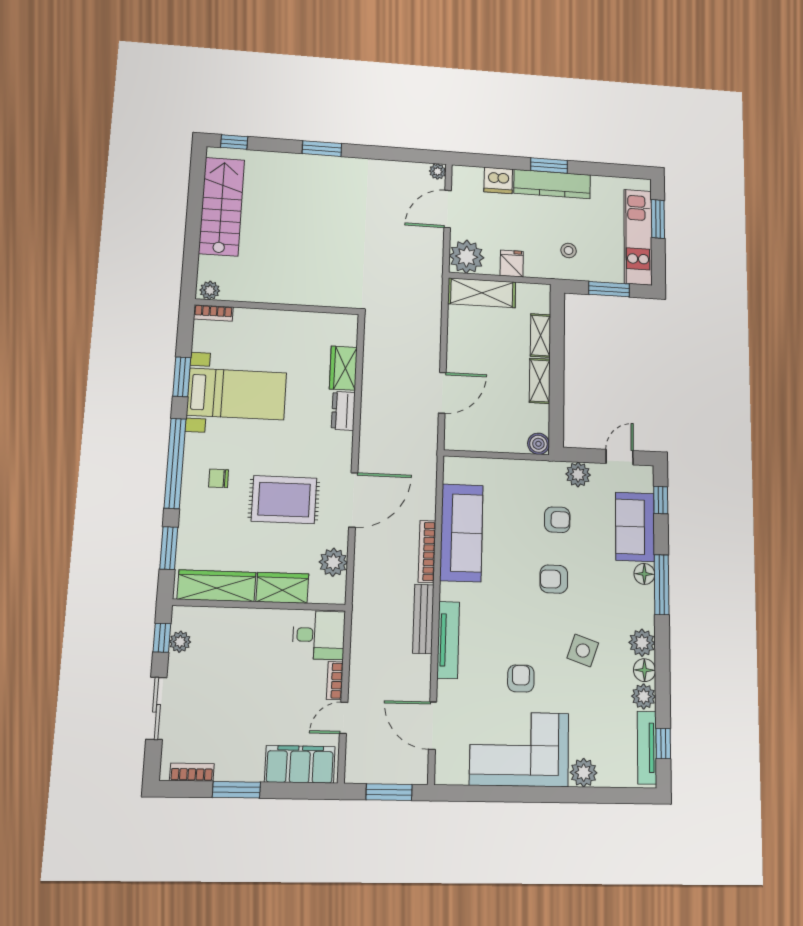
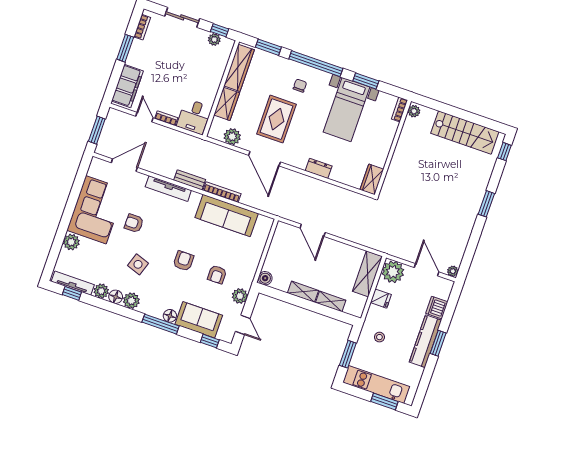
wardrobe: (343, 368) -> (372, 179), moved, turned -90
bench: (423, 619) -> (190, 180), width x0.73
armchair: (521, 678) -> (134, 223), turned 180

